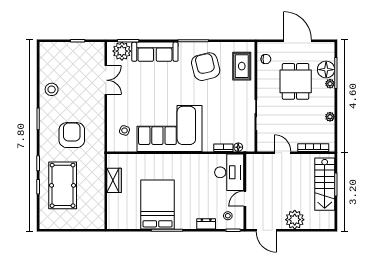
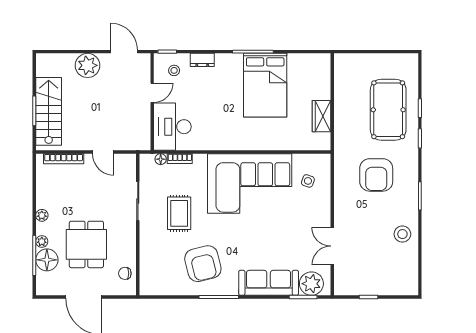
rug: (242, 66) -> (179, 213), moved
plant: (330, 117) -> (42, 215), moved

